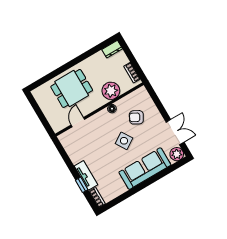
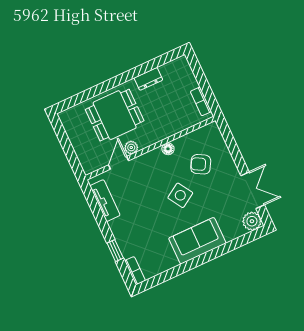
dresser: (112, 49) -> (148, 79), moved
plant: (111, 91) -> (131, 148), moved, width x0.53, depth x0.53
sofa: (145, 169) -> (197, 241), width x0.73
tv unit: (86, 175) -> (105, 201), moved

